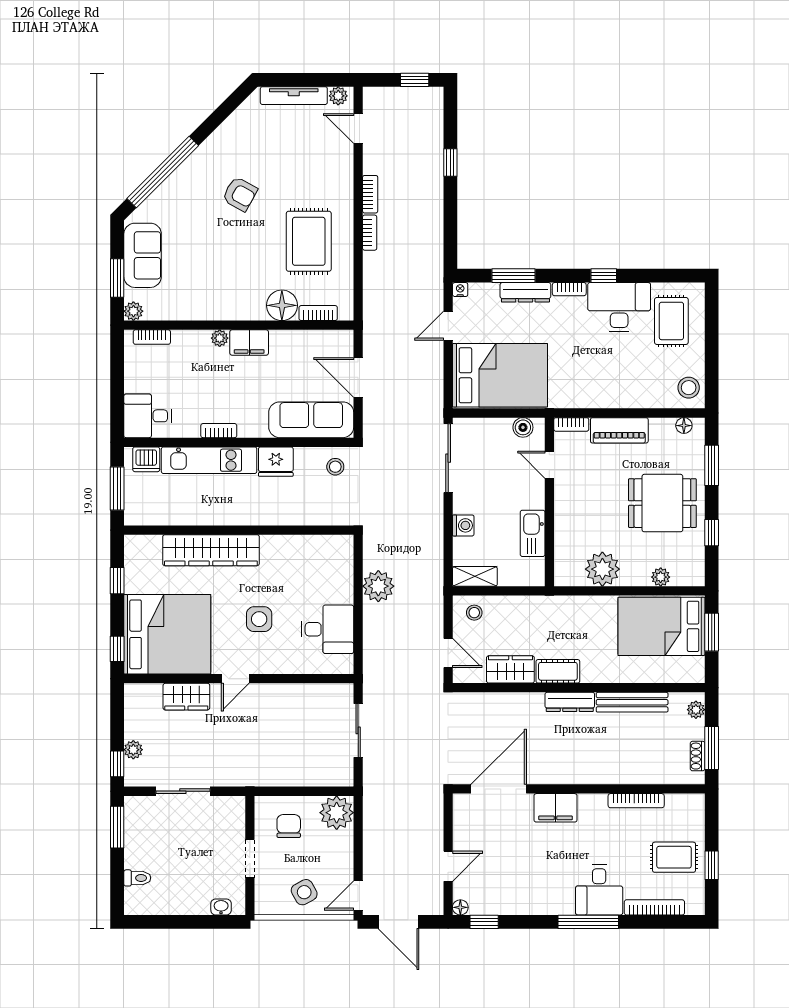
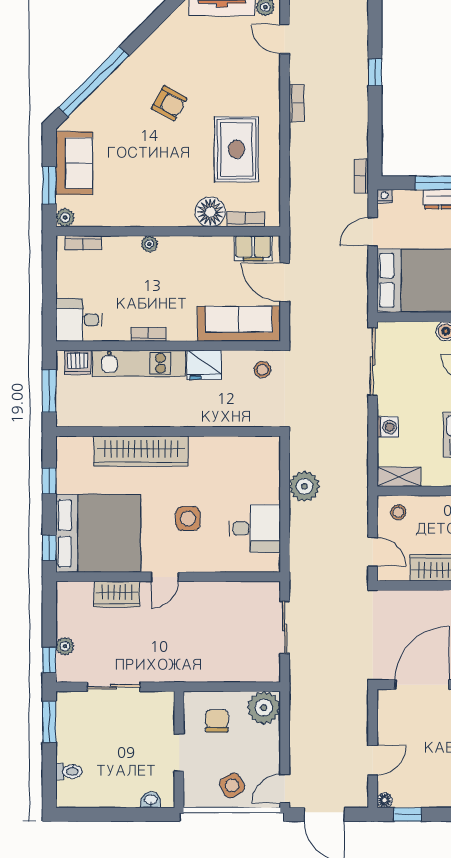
bookcase: (370, 233) -> (361, 176), moved, turned 180
filing cabinet: (249, 343) -> (253, 248), moved

